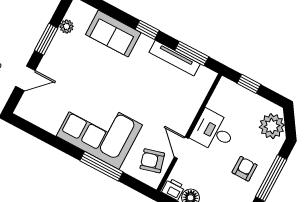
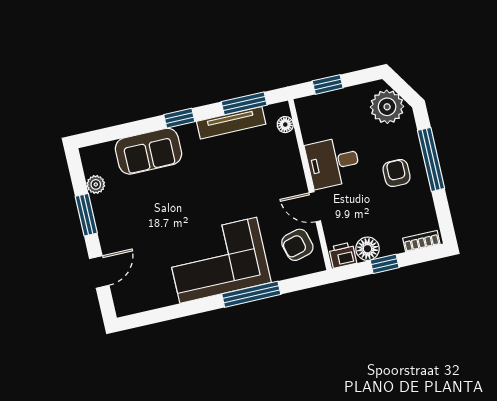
floor lamp: (205, 86) -> (285, 125), added

